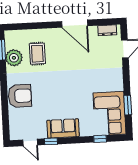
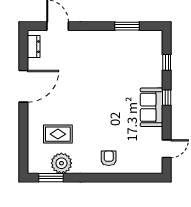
armchair: (20, 96) -> (109, 158), width x0.53, depth x0.53
corner sofa: (110, 113) -> (136, 49), removed
window: (51, 141) -> (167, 98), moved

